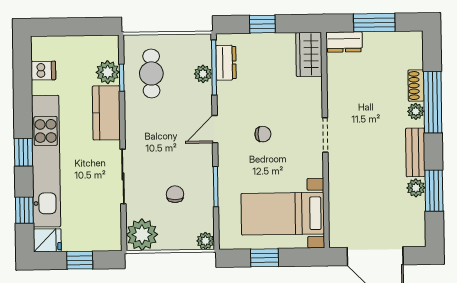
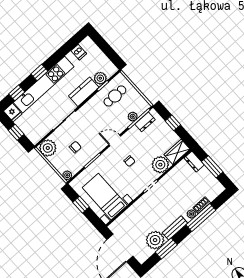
plant: (306, 94) -> (160, 165), added
plant: (416, 188) -> (155, 240), width x1.88, depth x1.88

